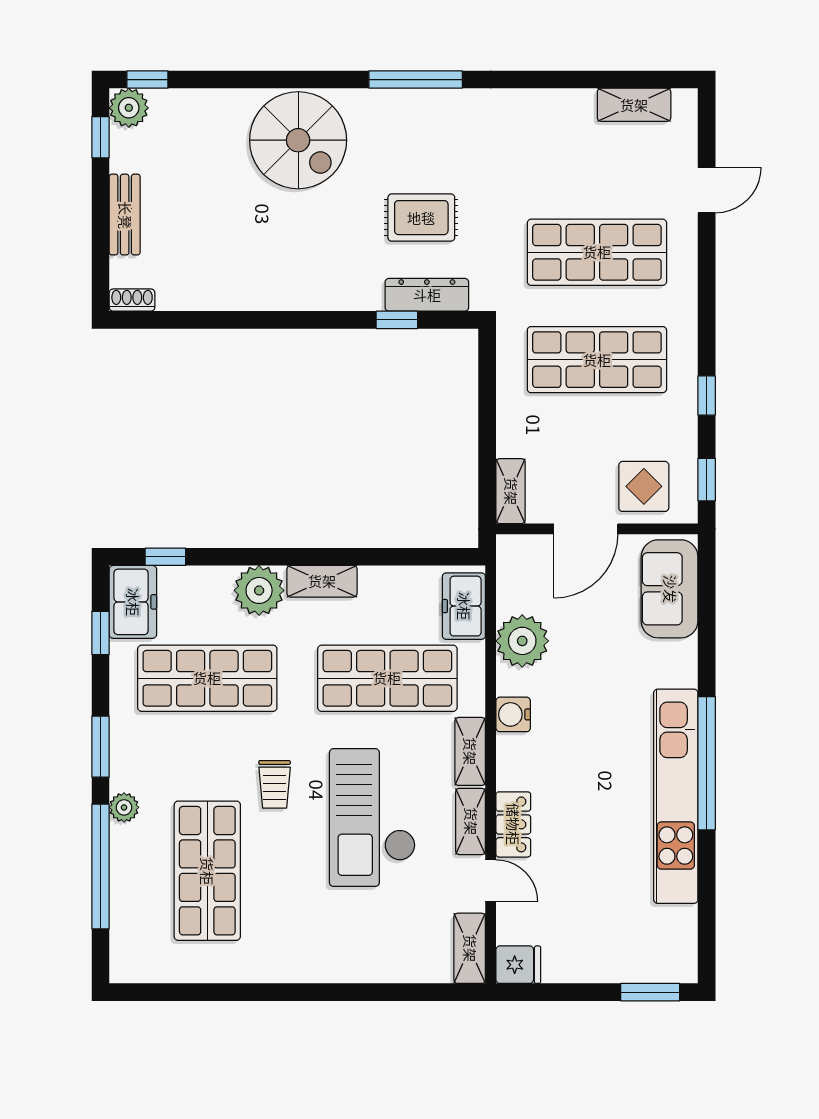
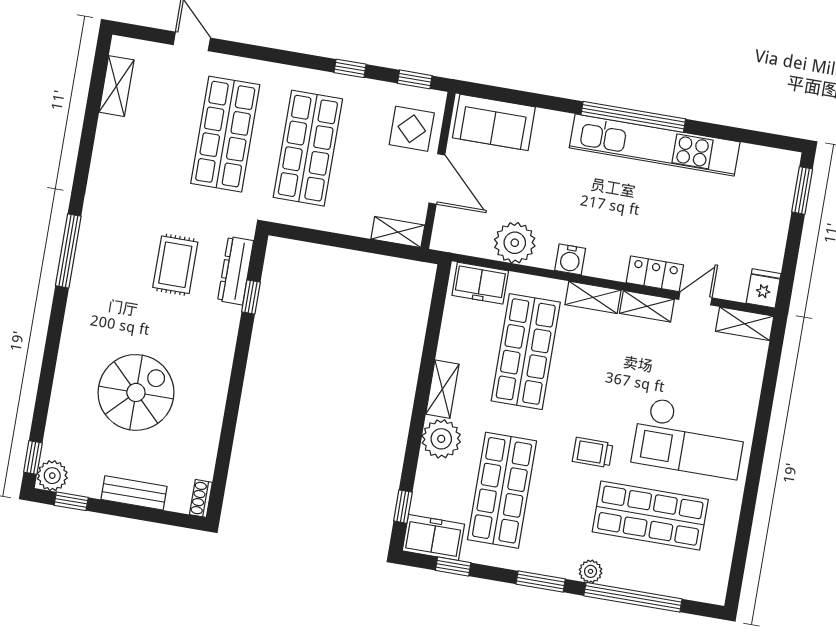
spiral stairs: (298, 140) -> (136, 392), moved
trolley: (275, 784) -> (593, 452), turned 180
checkout: (372, 818) -> (689, 438), moved

